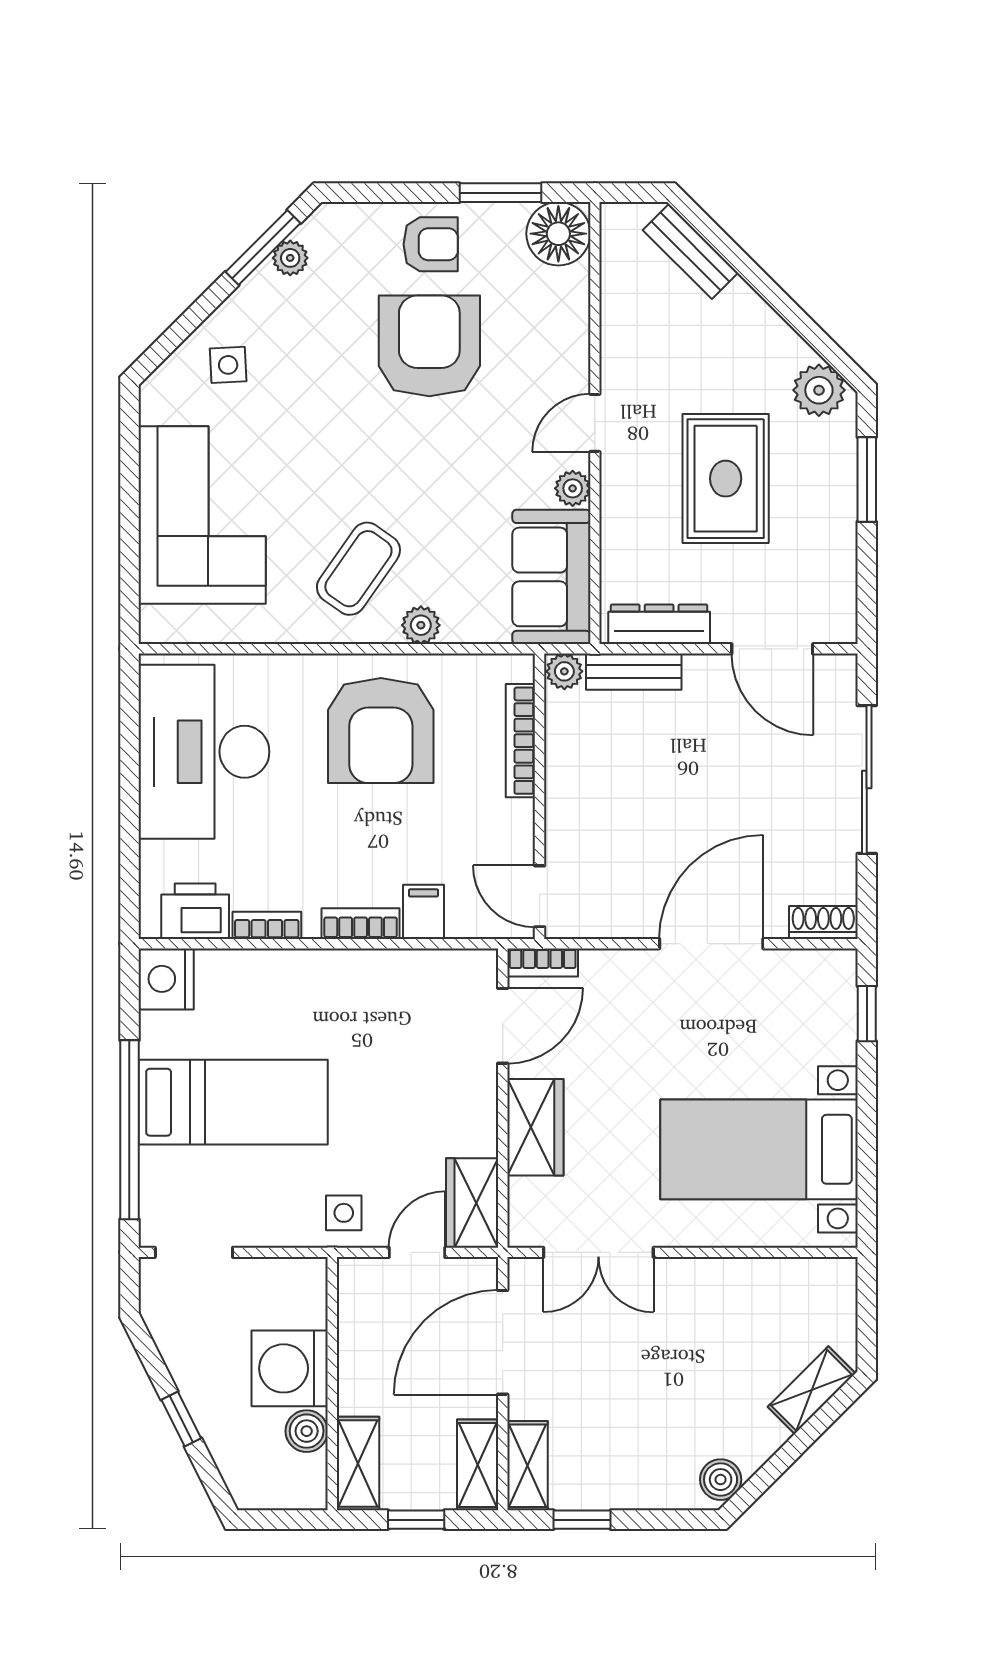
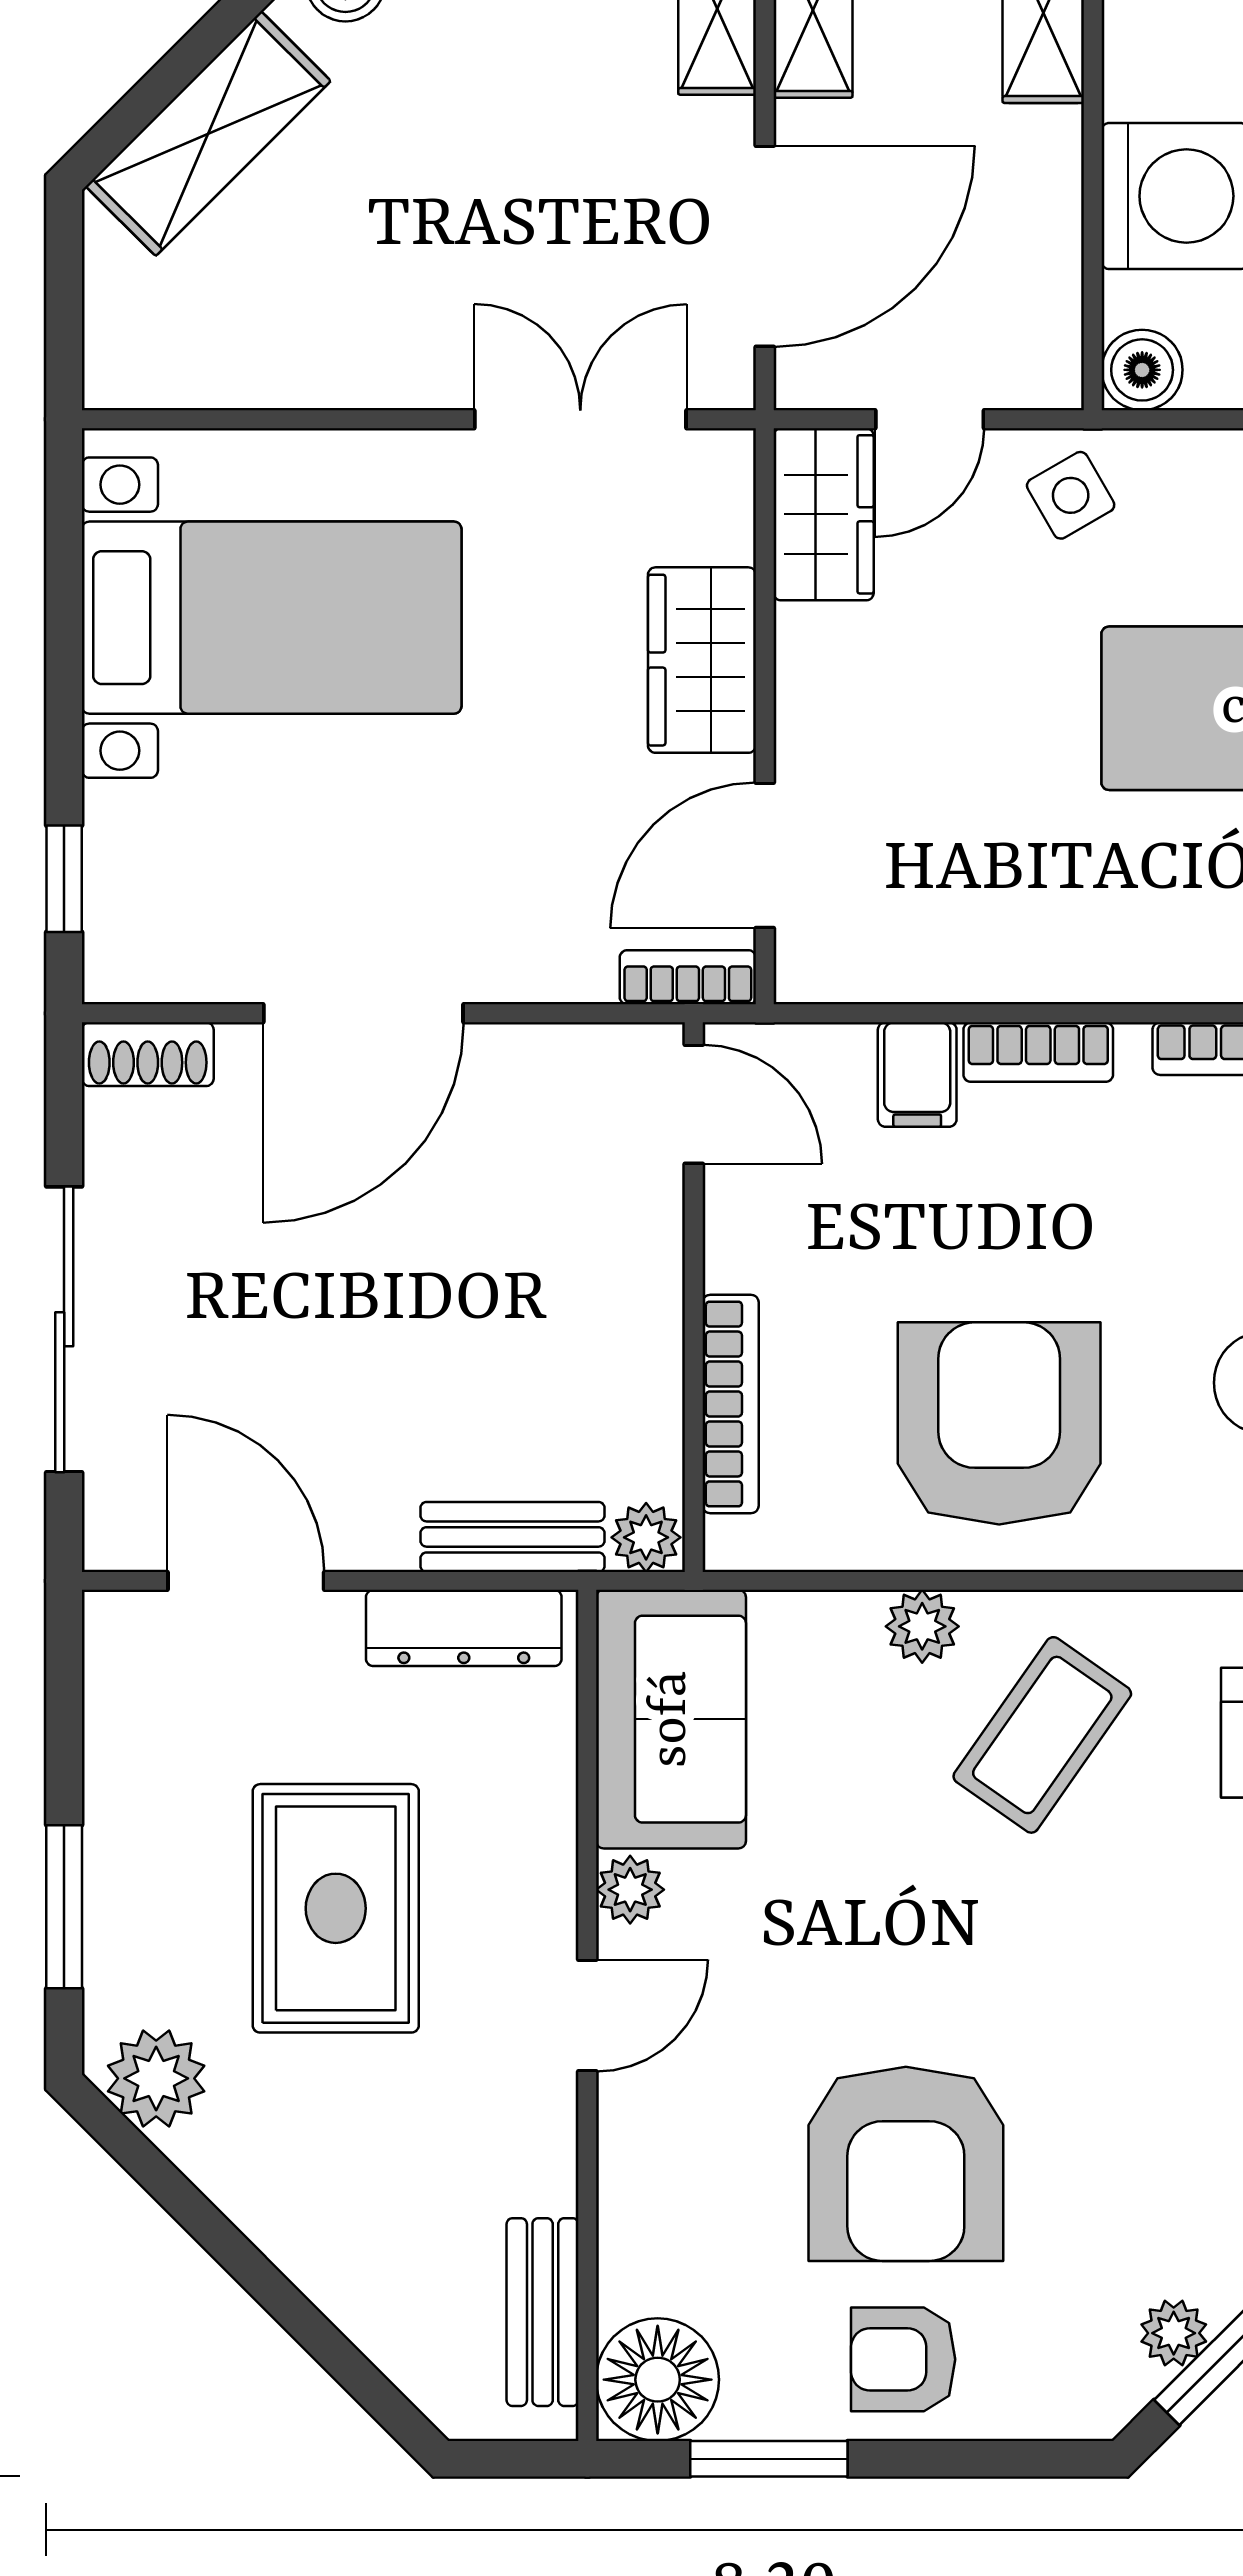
bench: (690, 251) -> (543, 2312), moved, turned 45
side table: (344, 1213) -> (1071, 495), turned -30
shelving: (812, 1390) -> (208, 134), width x1.50, depth x1.33
boiler: (307, 1431) -> (1142, 370), moved

